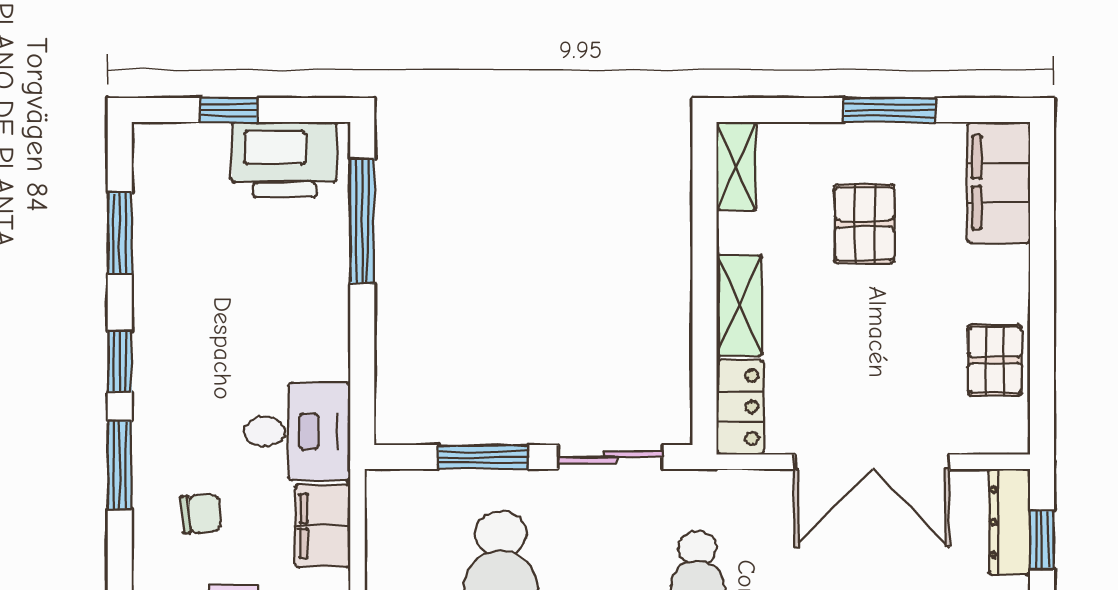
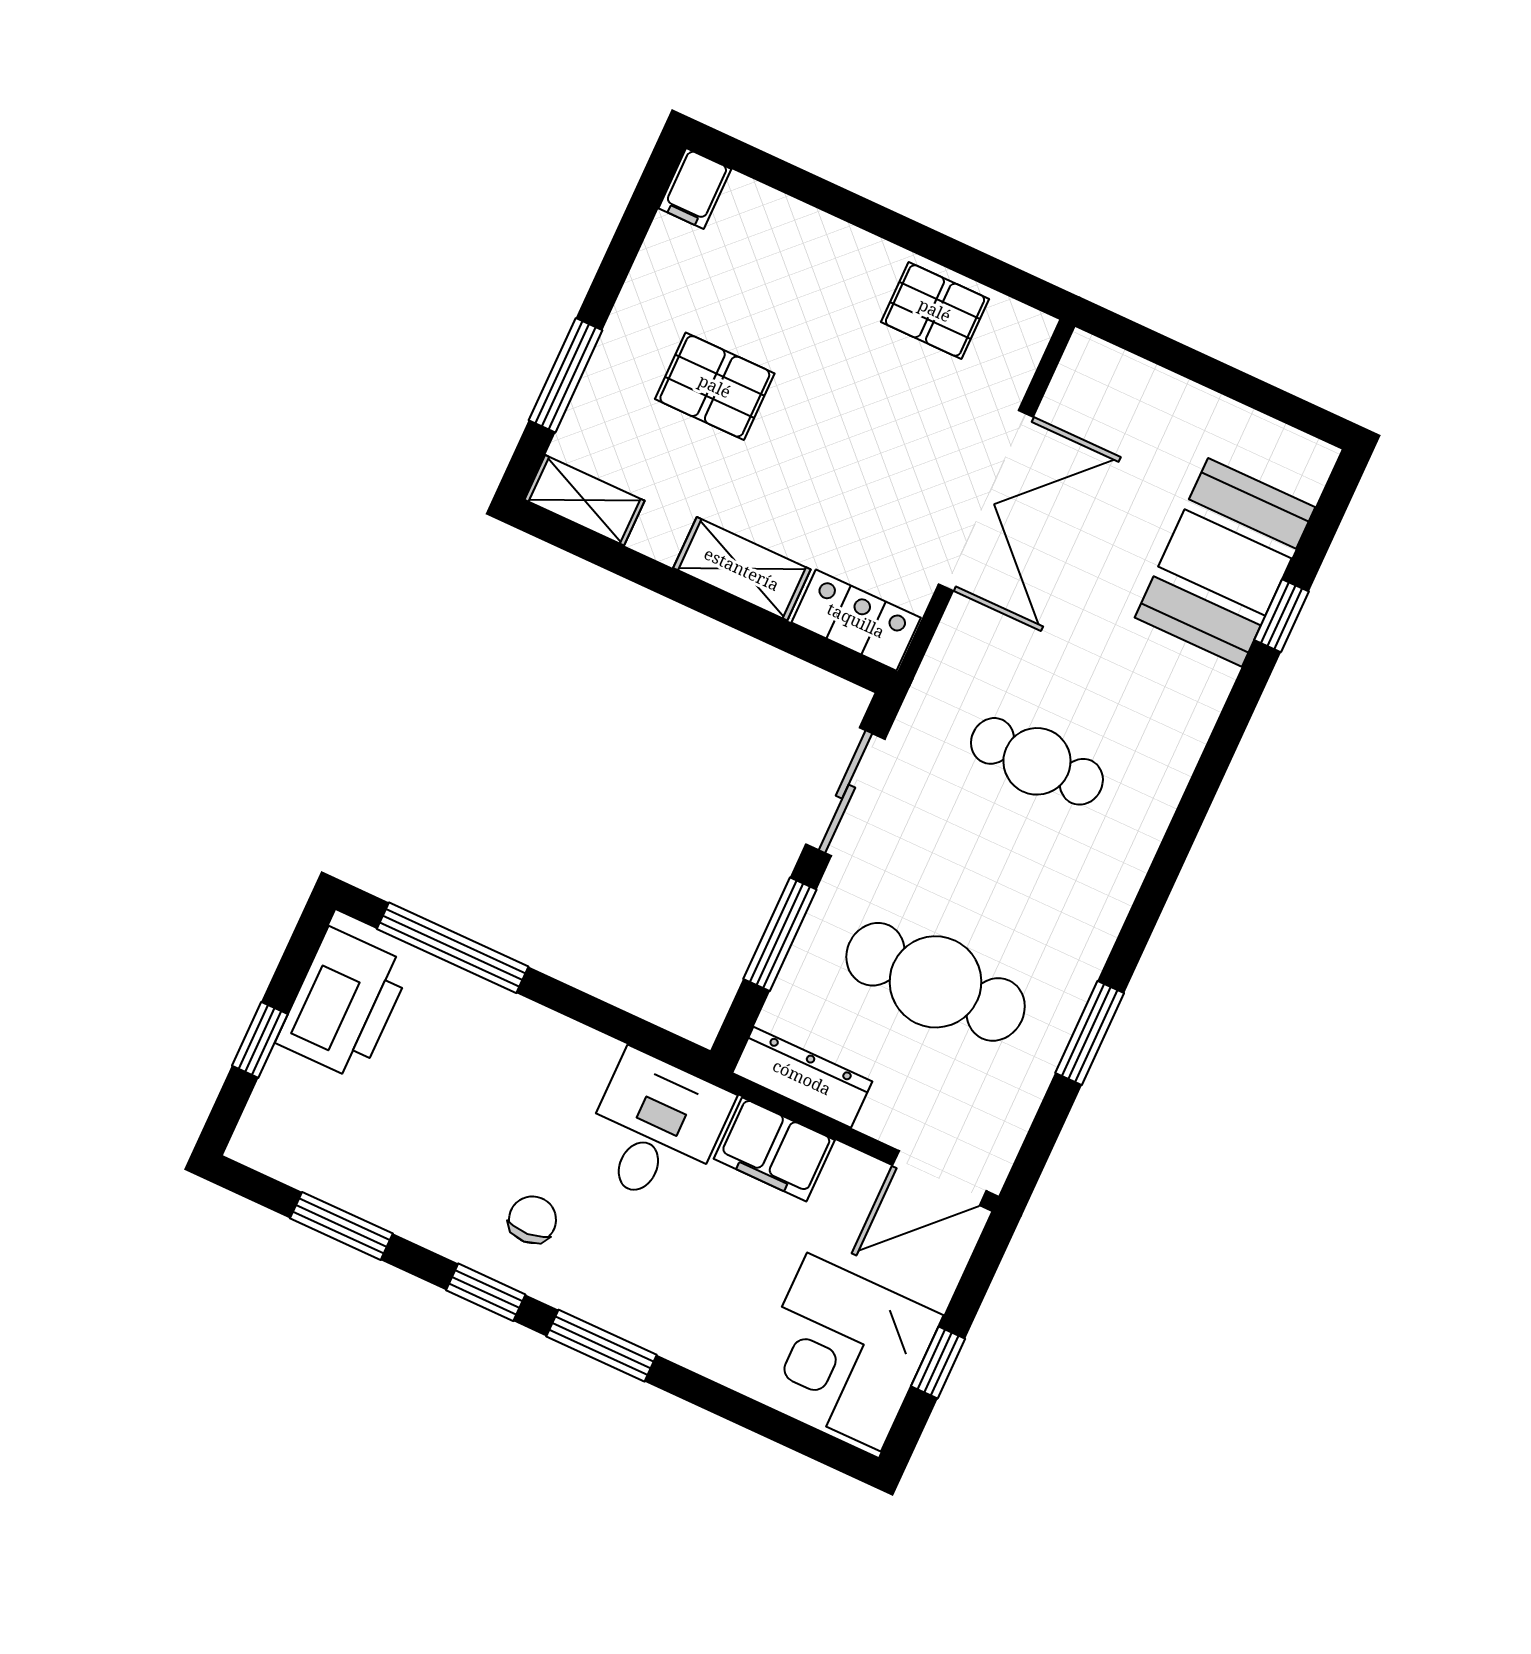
window: (889, 110) -> (566, 375), moved
filing cabinet: (999, 182) -> (695, 189), width x0.33, depth x0.86
chair: (201, 514) -> (532, 1220), moved
dresser: (1009, 522) -> (802, 1077), moved, turned 180
window: (1042, 540) -> (1161, 350), removed

